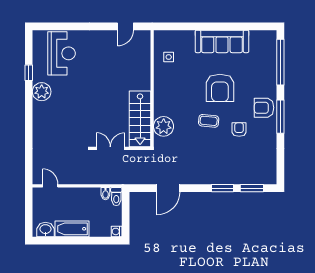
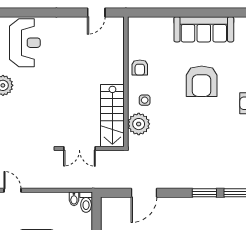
side table: (169, 57) -> (145, 100), moved
coffee table: (209, 121) -> (189, 118), removed
armchair: (239, 130) -> (140, 67), moved, turned 180
double door: (110, 148) -> (79, 149), swing flipped

